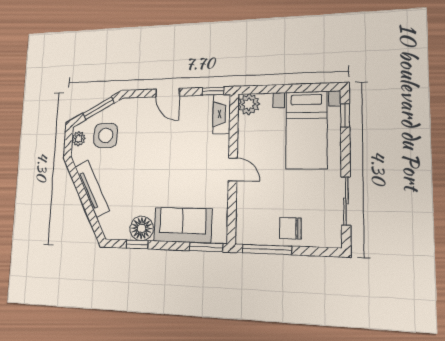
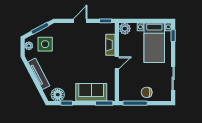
door: (168, 93) -> (80, 21), swing flipped
fireplace: (222, 114) -> (110, 45), moved
door: (233, 169) -> (117, 63), hinge flipped
floor lamp: (142, 228) -> (58, 95), moved

